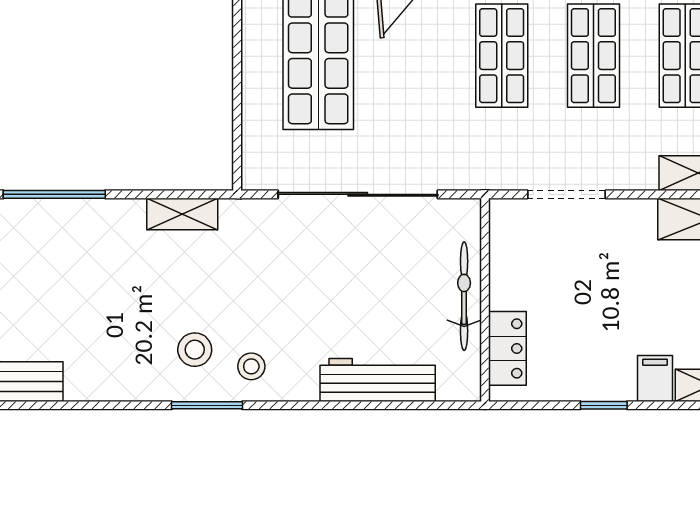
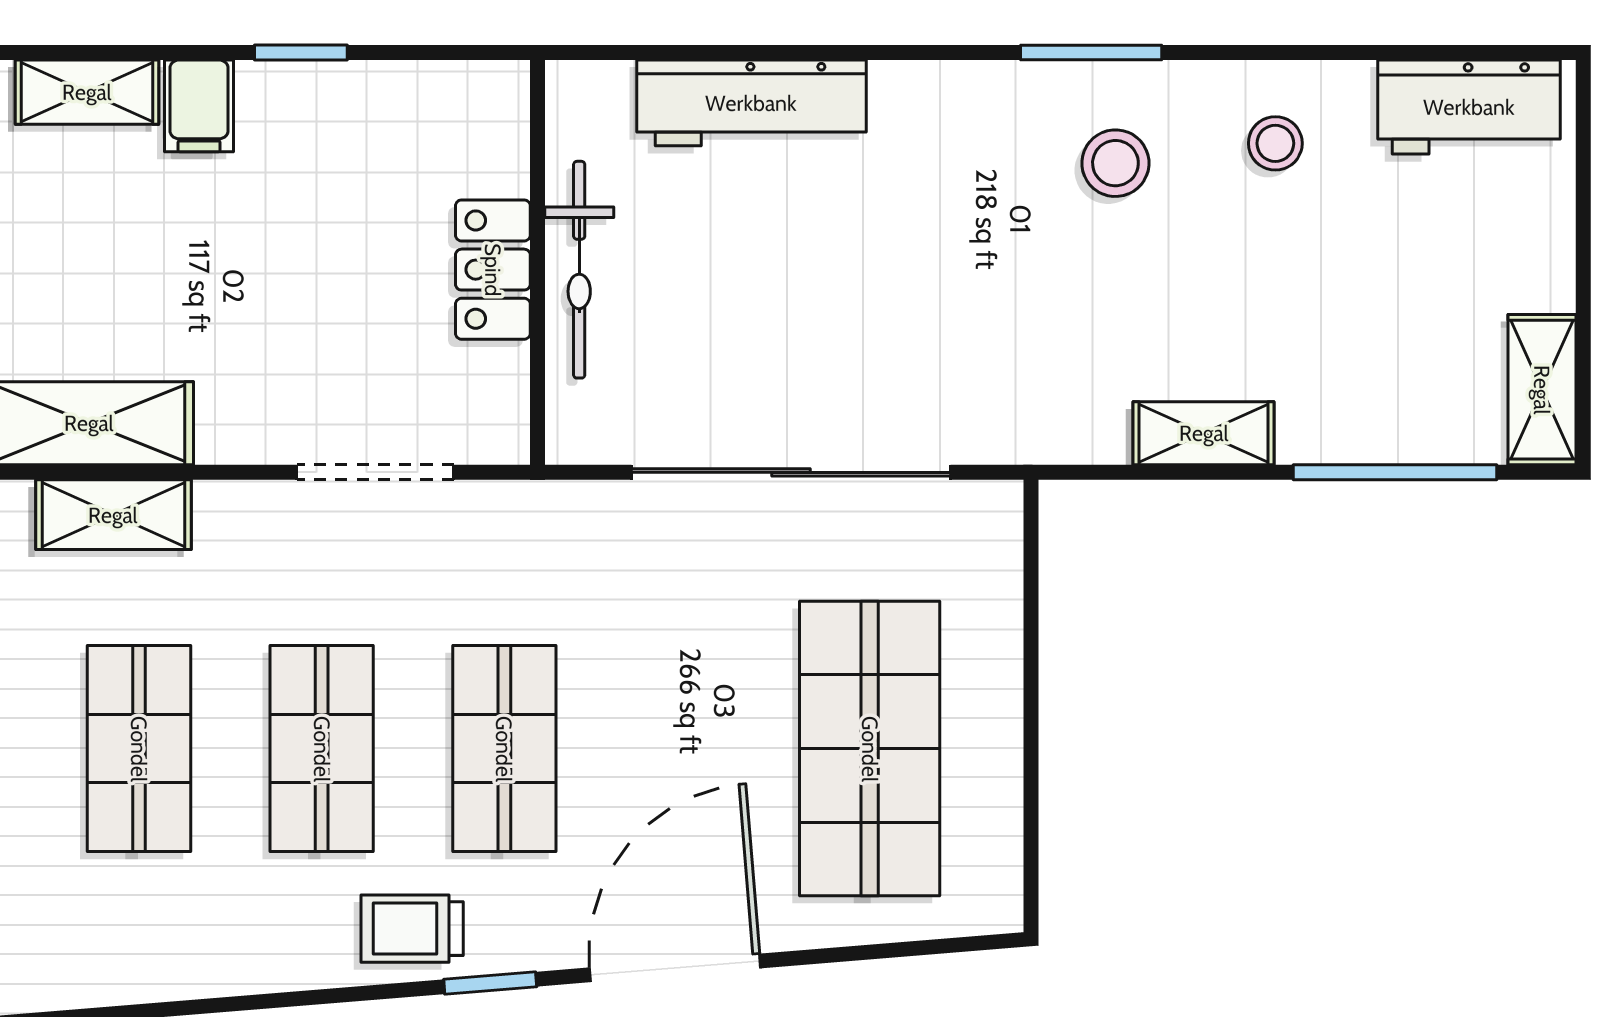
shelving: (182, 214) -> (1204, 433), moved
locker: (507, 348) -> (493, 270), moved
stool: (251, 366) -> (1275, 143), moved

